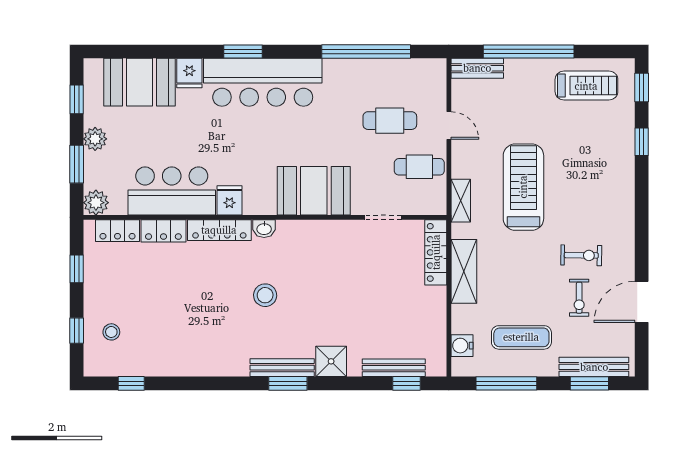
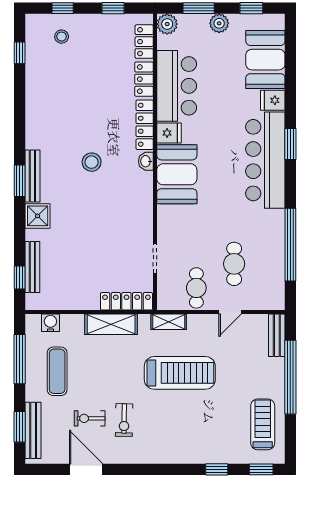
treadmill: (586, 86) -> (263, 424), turned 180
booth: (314, 191) -> (177, 174), moved

